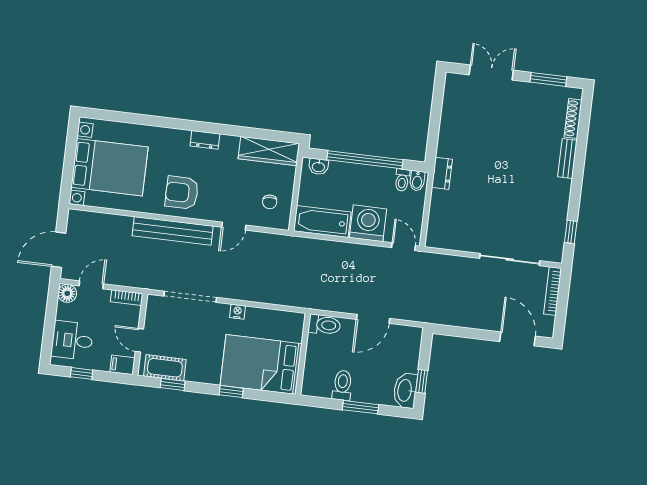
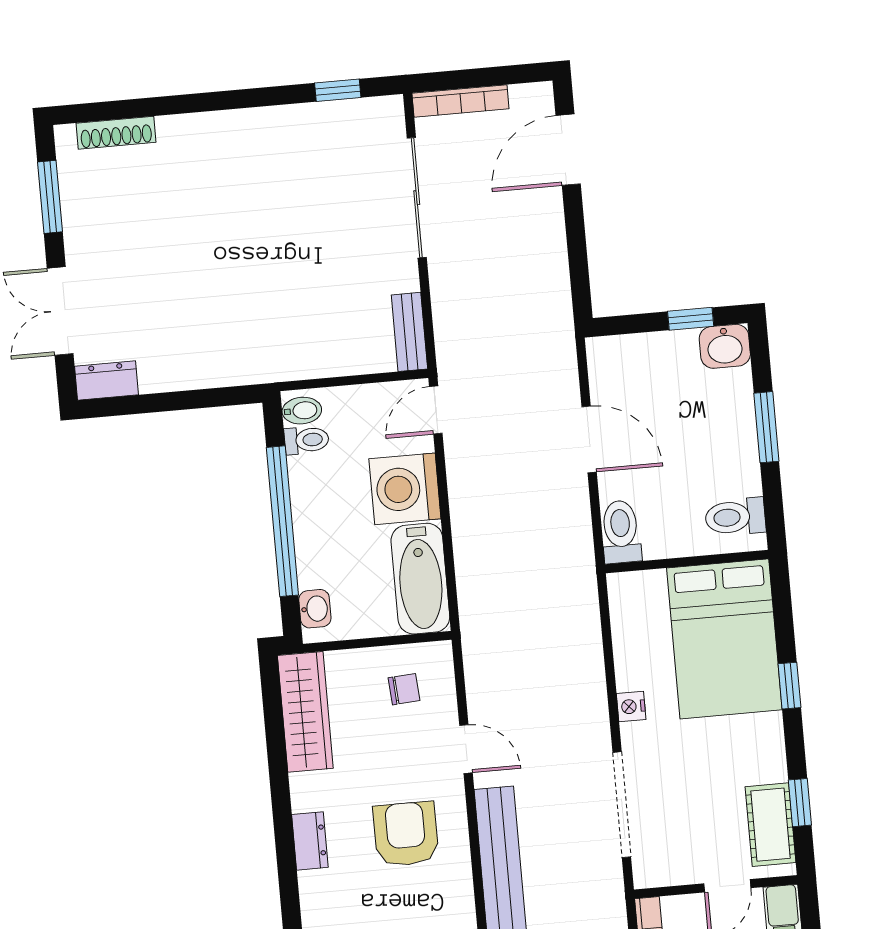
bench: (567, 159) -> (409, 332), moved, turned 90
dresser: (442, 173) -> (106, 380), moved
armchair: (182, 193) -> (406, 834), moved, turned 180
toilet: (342, 385) -> (735, 517), moved
washbasin: (405, 390) -> (725, 346), width x0.72

